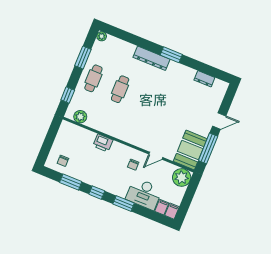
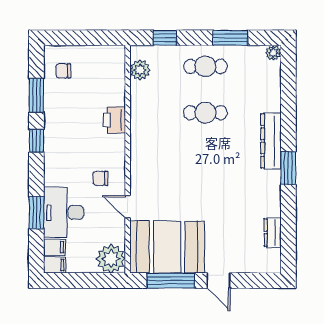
booth: (190, 150) -> (167, 247), width x1.36, depth x1.42
window: (124, 204) -> (36, 212), moved

